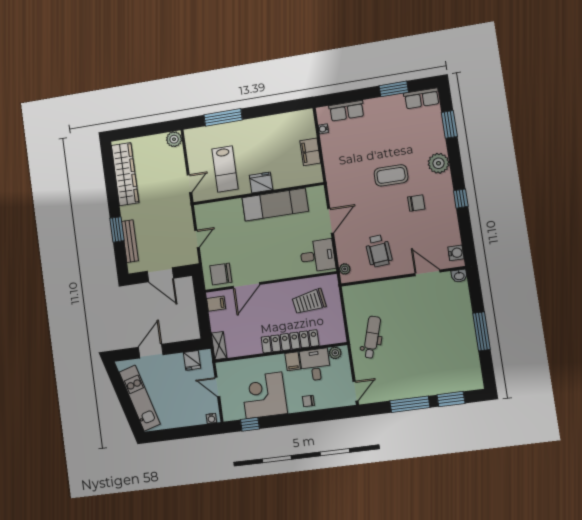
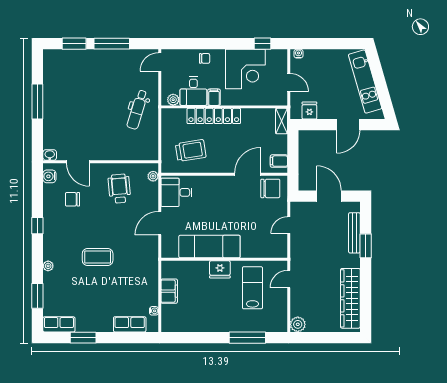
plant: (439, 163) -> (48, 266), width x0.53, depth x0.53
chair: (416, 203) -> (72, 199), moved

